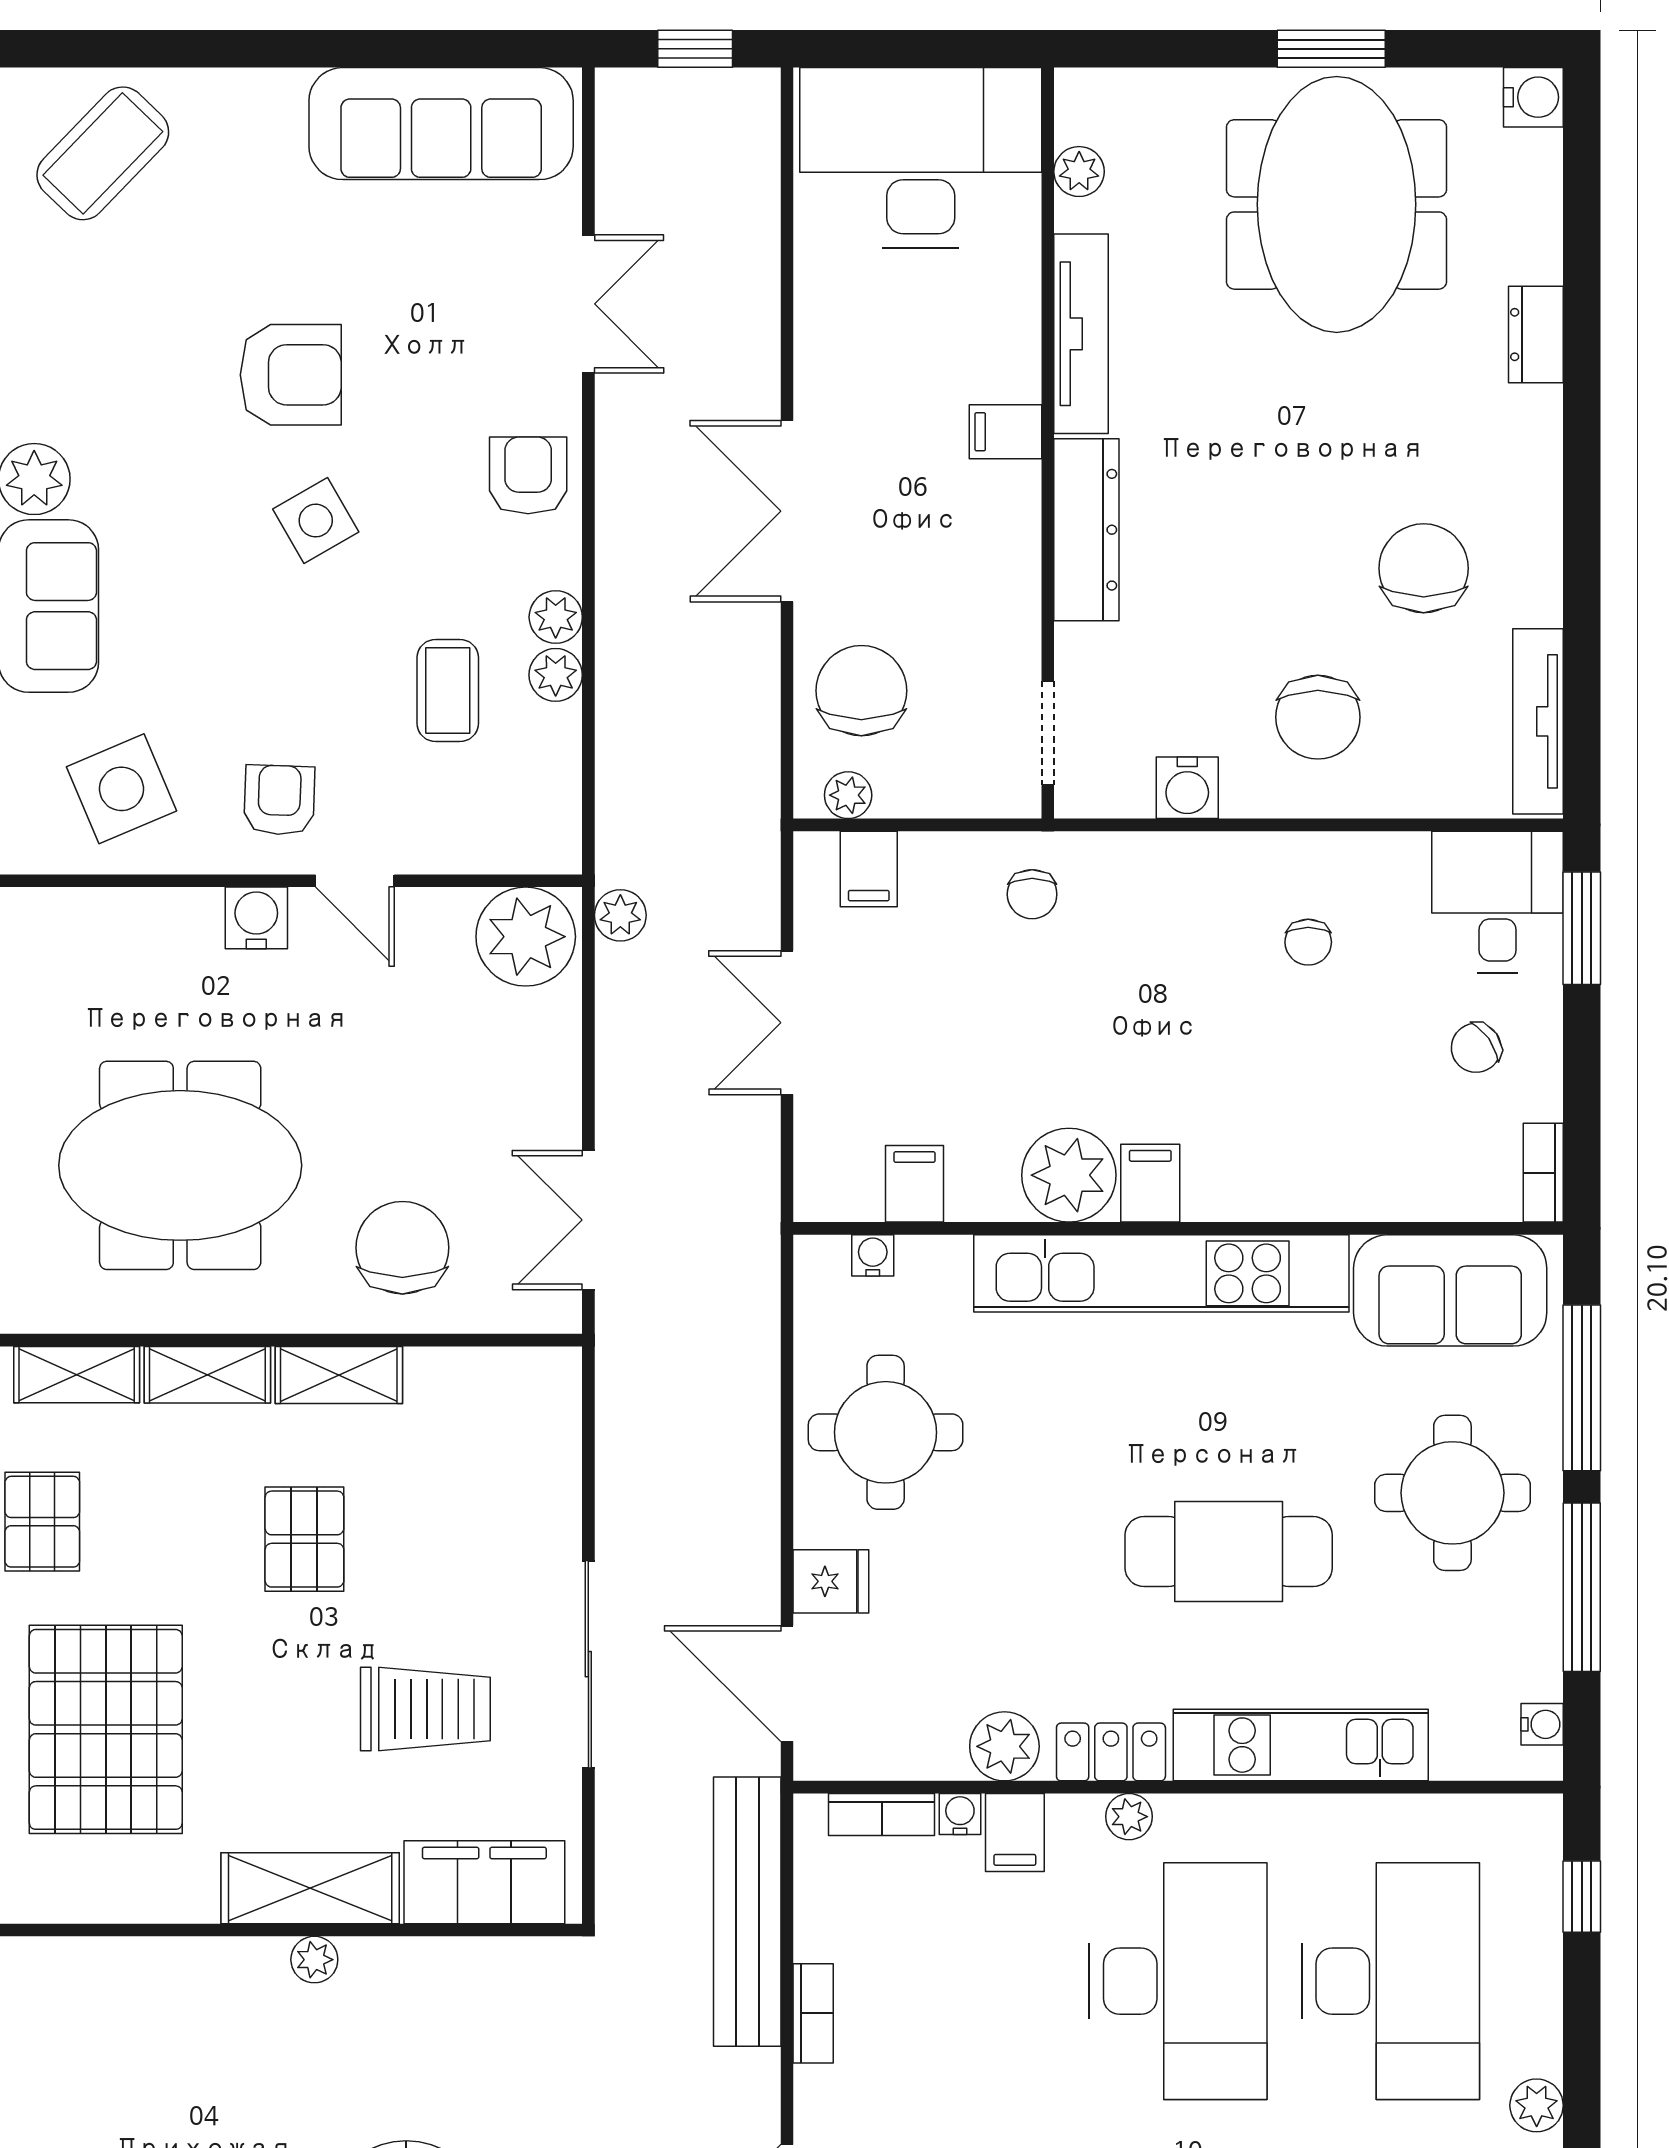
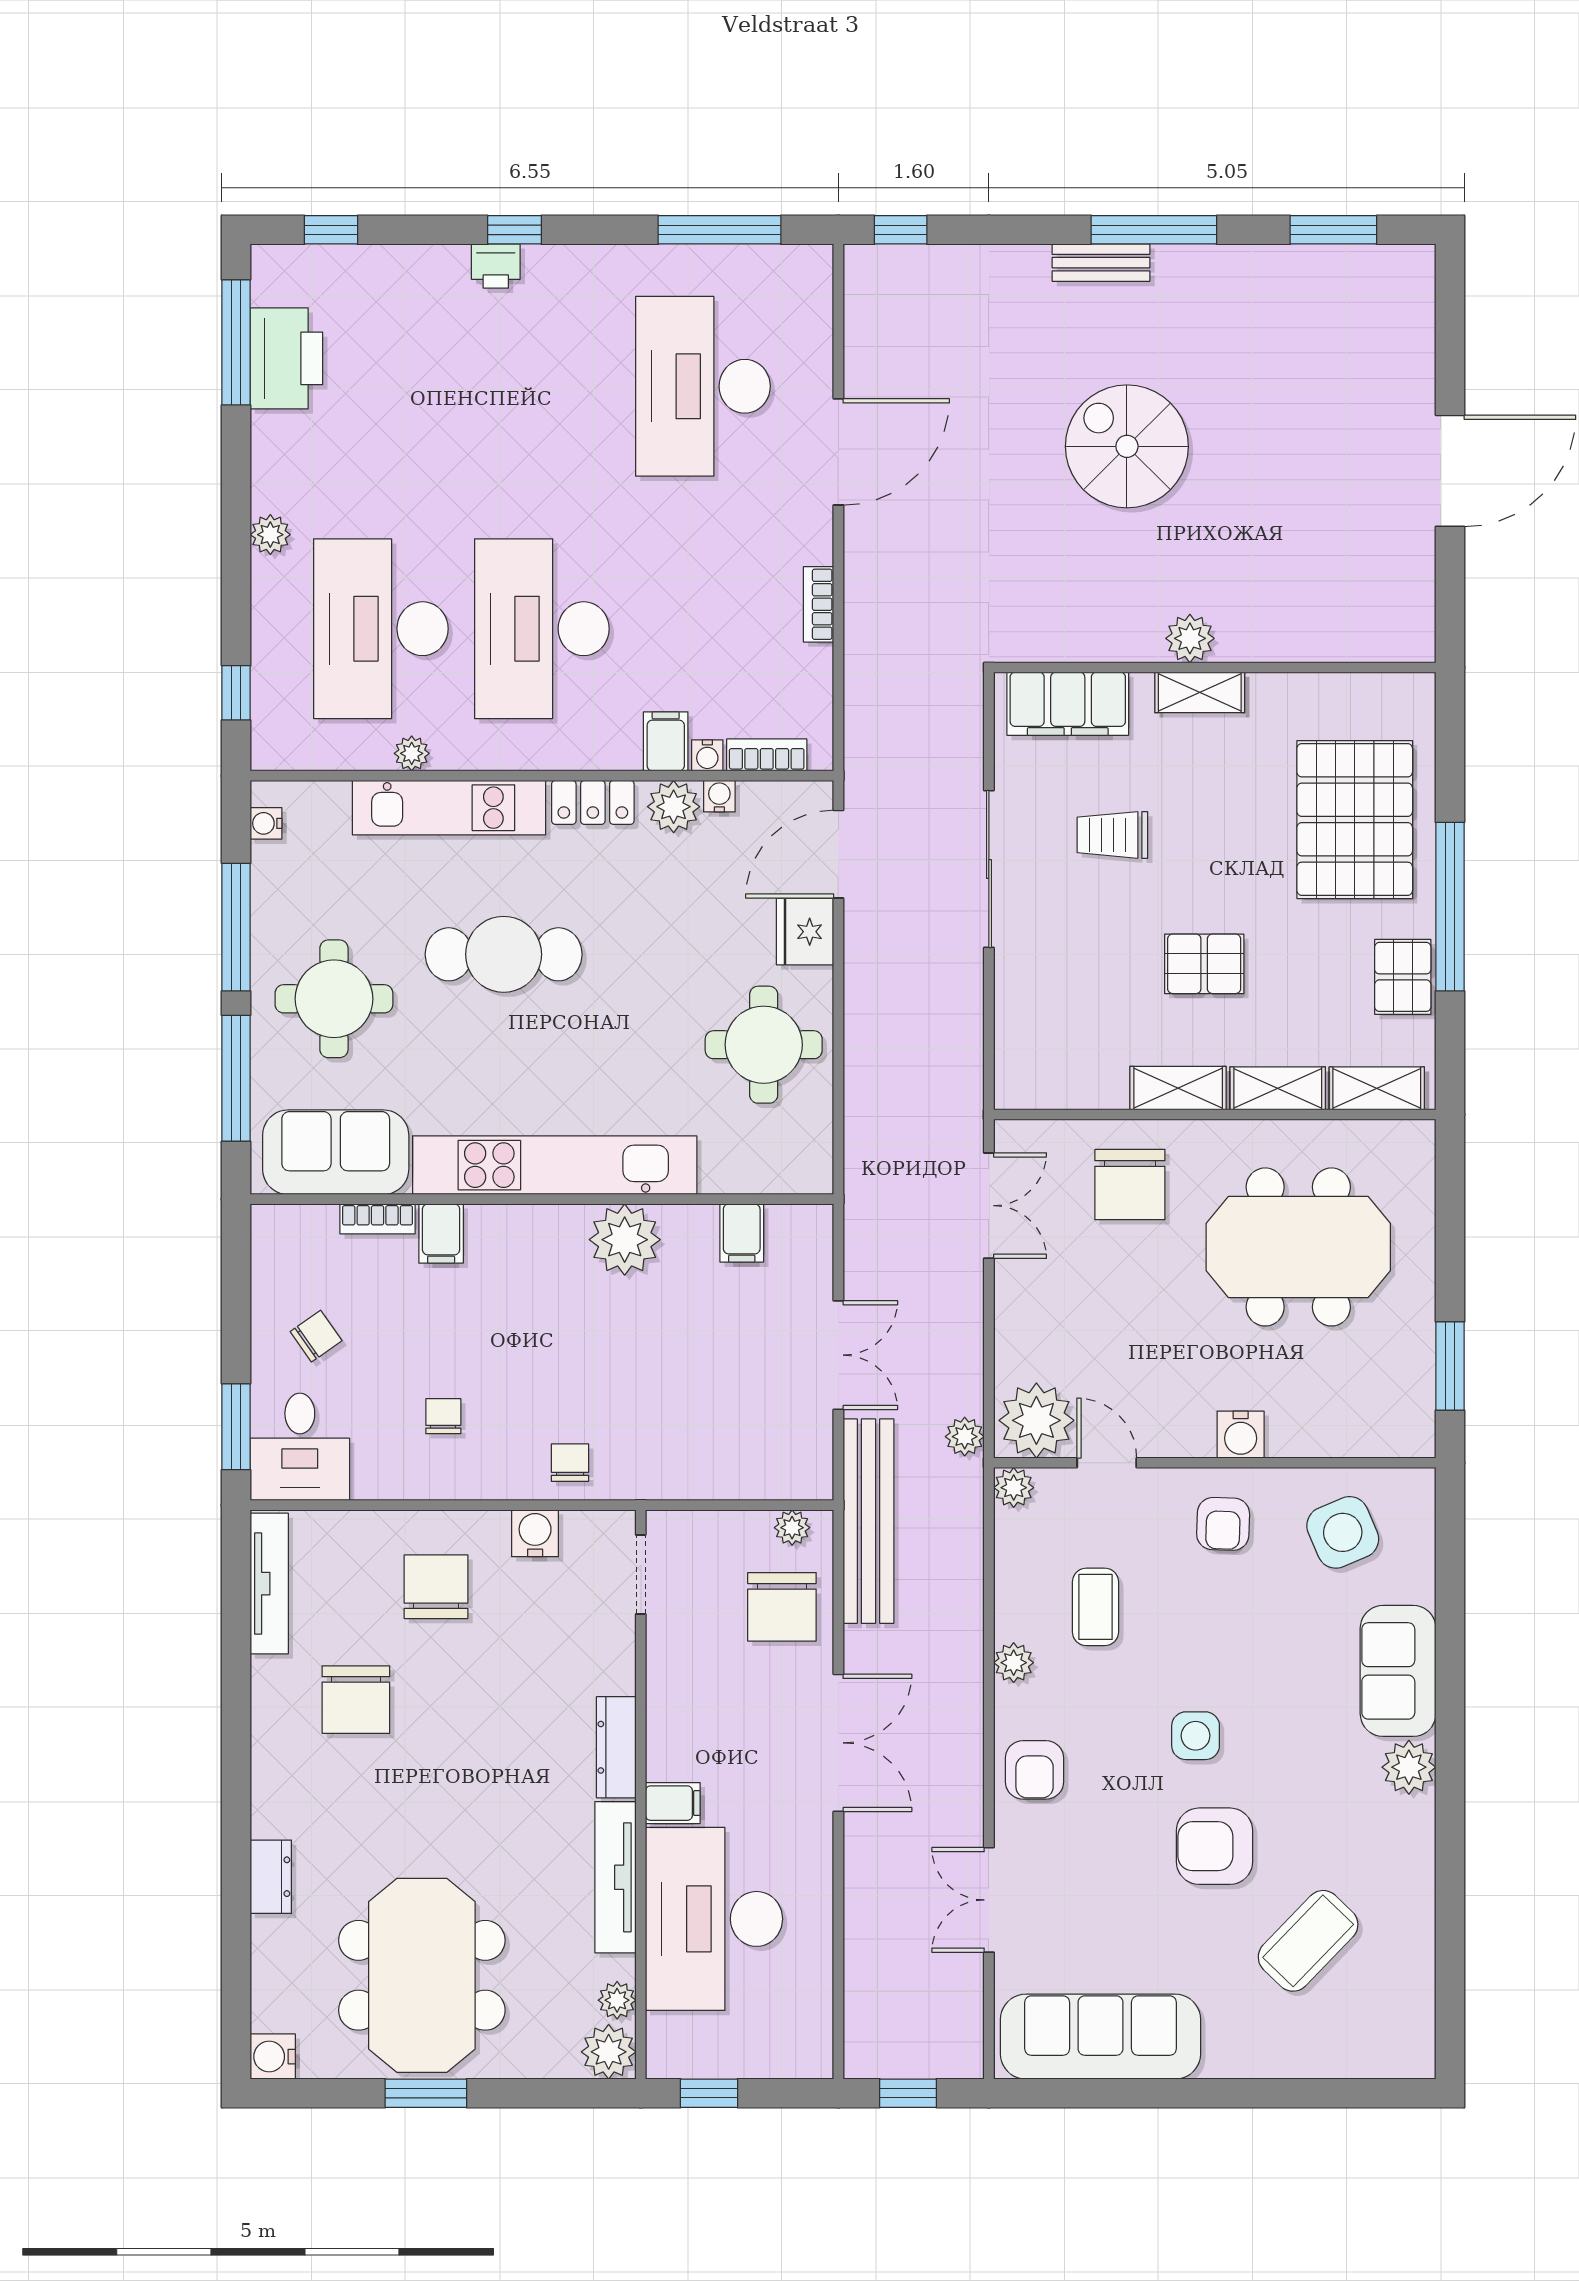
window: (958, 49) -> (709, 2093), added
plant: (1090, 104) -> (609, 2052), added
coffee table: (103, 153) -> (1308, 1941), moved
desk: (921, 158) -> (714, 1919), moved, turned 90
side table: (316, 521) -> (1196, 1736), turned 30
dresser: (1086, 530) -> (616, 1747), width x0.73, depth x0.80
plant: (556, 675) -> (1014, 1488), moved
filing cabinet: (869, 869) -> (776, 1472), removed
door: (355, 881) -> (1107, 1463), moved
chair: (1032, 894) -> (570, 1463), moved
bookcase: (1543, 1173) -> (378, 1219), moved, turned 90
filing cabinet: (1150, 1183) -> (441, 1234), moved
water cooler: (873, 1255) -> (719, 796), moved, turned 180
pallet: (304, 1539) -> (1204, 964), turned 90
fridge: (831, 1581) -> (805, 932), width x1.38
door: (787, 1684) -> (838, 854), swing flipped
trolley: (425, 1709) -> (1112, 835), width x0.73, depth x0.72
plant: (1129, 1817) -> (412, 753), moved
shelving: (310, 1888) -> (1200, 692), width x0.67, depth x0.75
bench: (747, 1912) -> (868, 1521), moved
plant: (314, 1960) -> (1190, 638), width x1.38, depth x1.38

